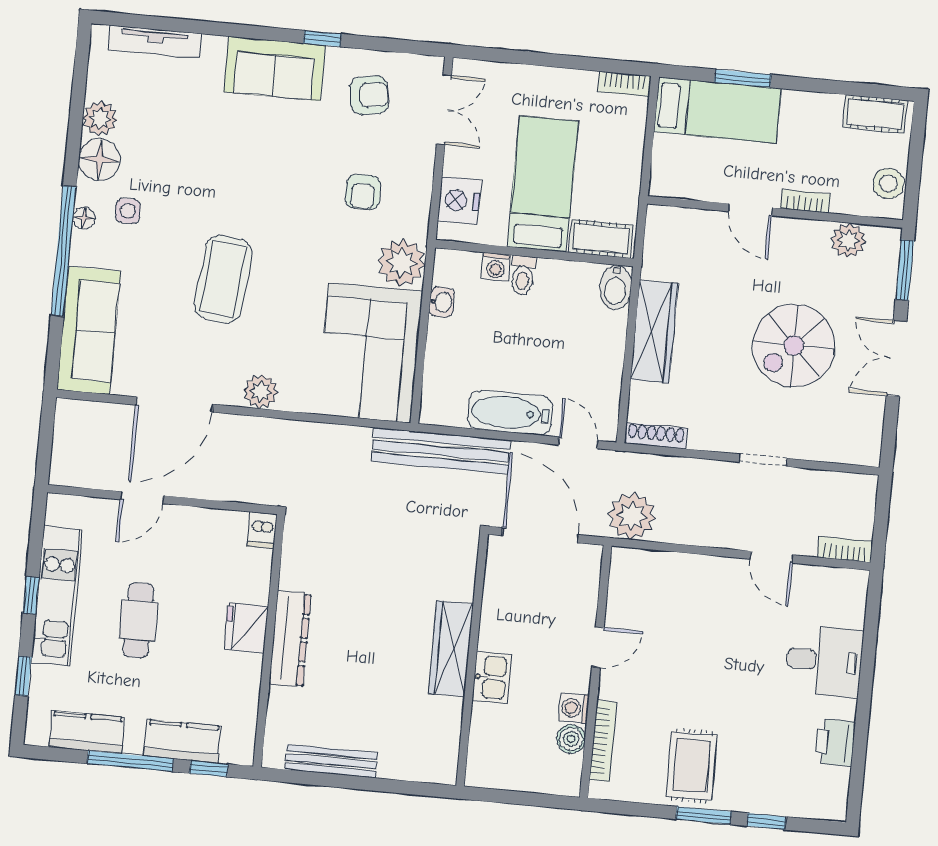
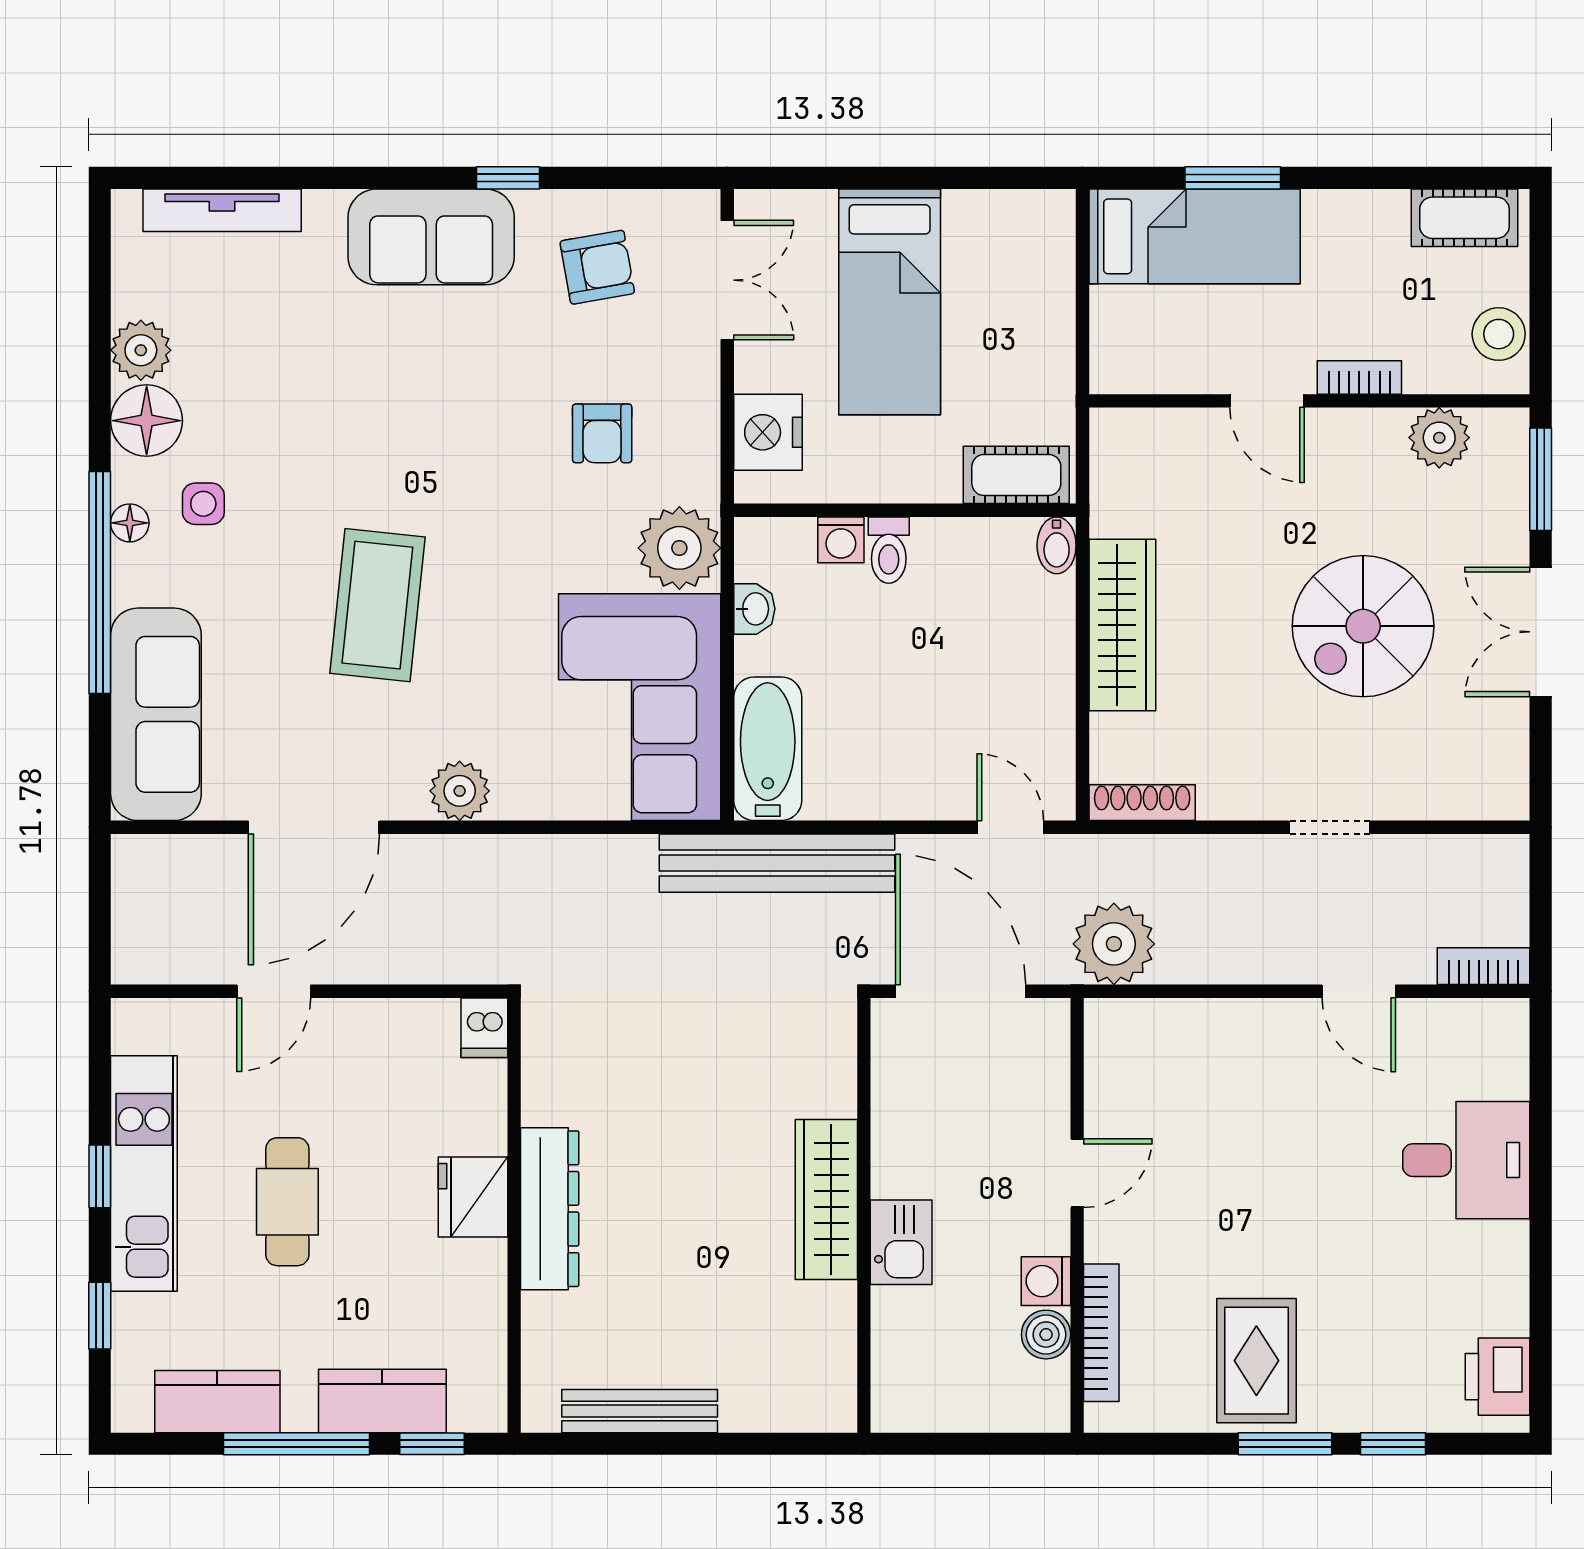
bookcase: (624, 84) -> (1031, 207), removed
bed: (543, 184) -> (890, 302), moved, turned 180
bidet: (616, 287) -> (1057, 545), width x0.72, depth x0.74
bathtub: (510, 413) -> (768, 749), moved, turned 90
printer: (835, 742) -> (1498, 1377), moved

